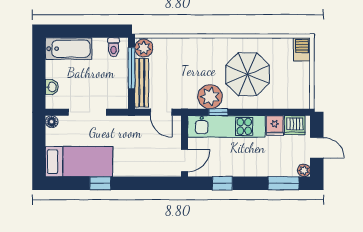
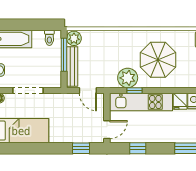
window: (100, 183) -> (81, 148), moved

